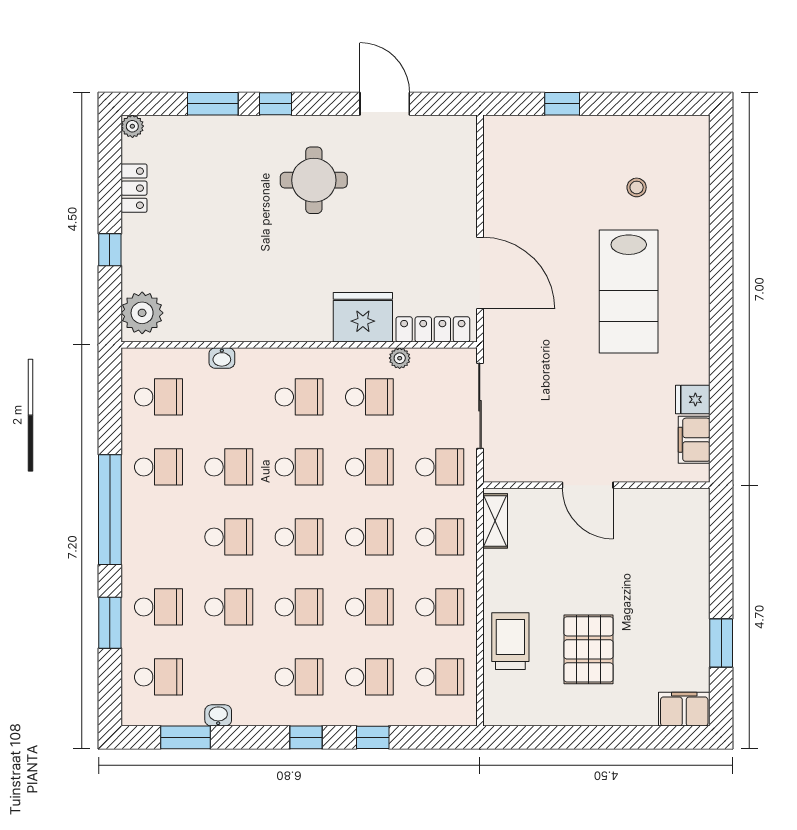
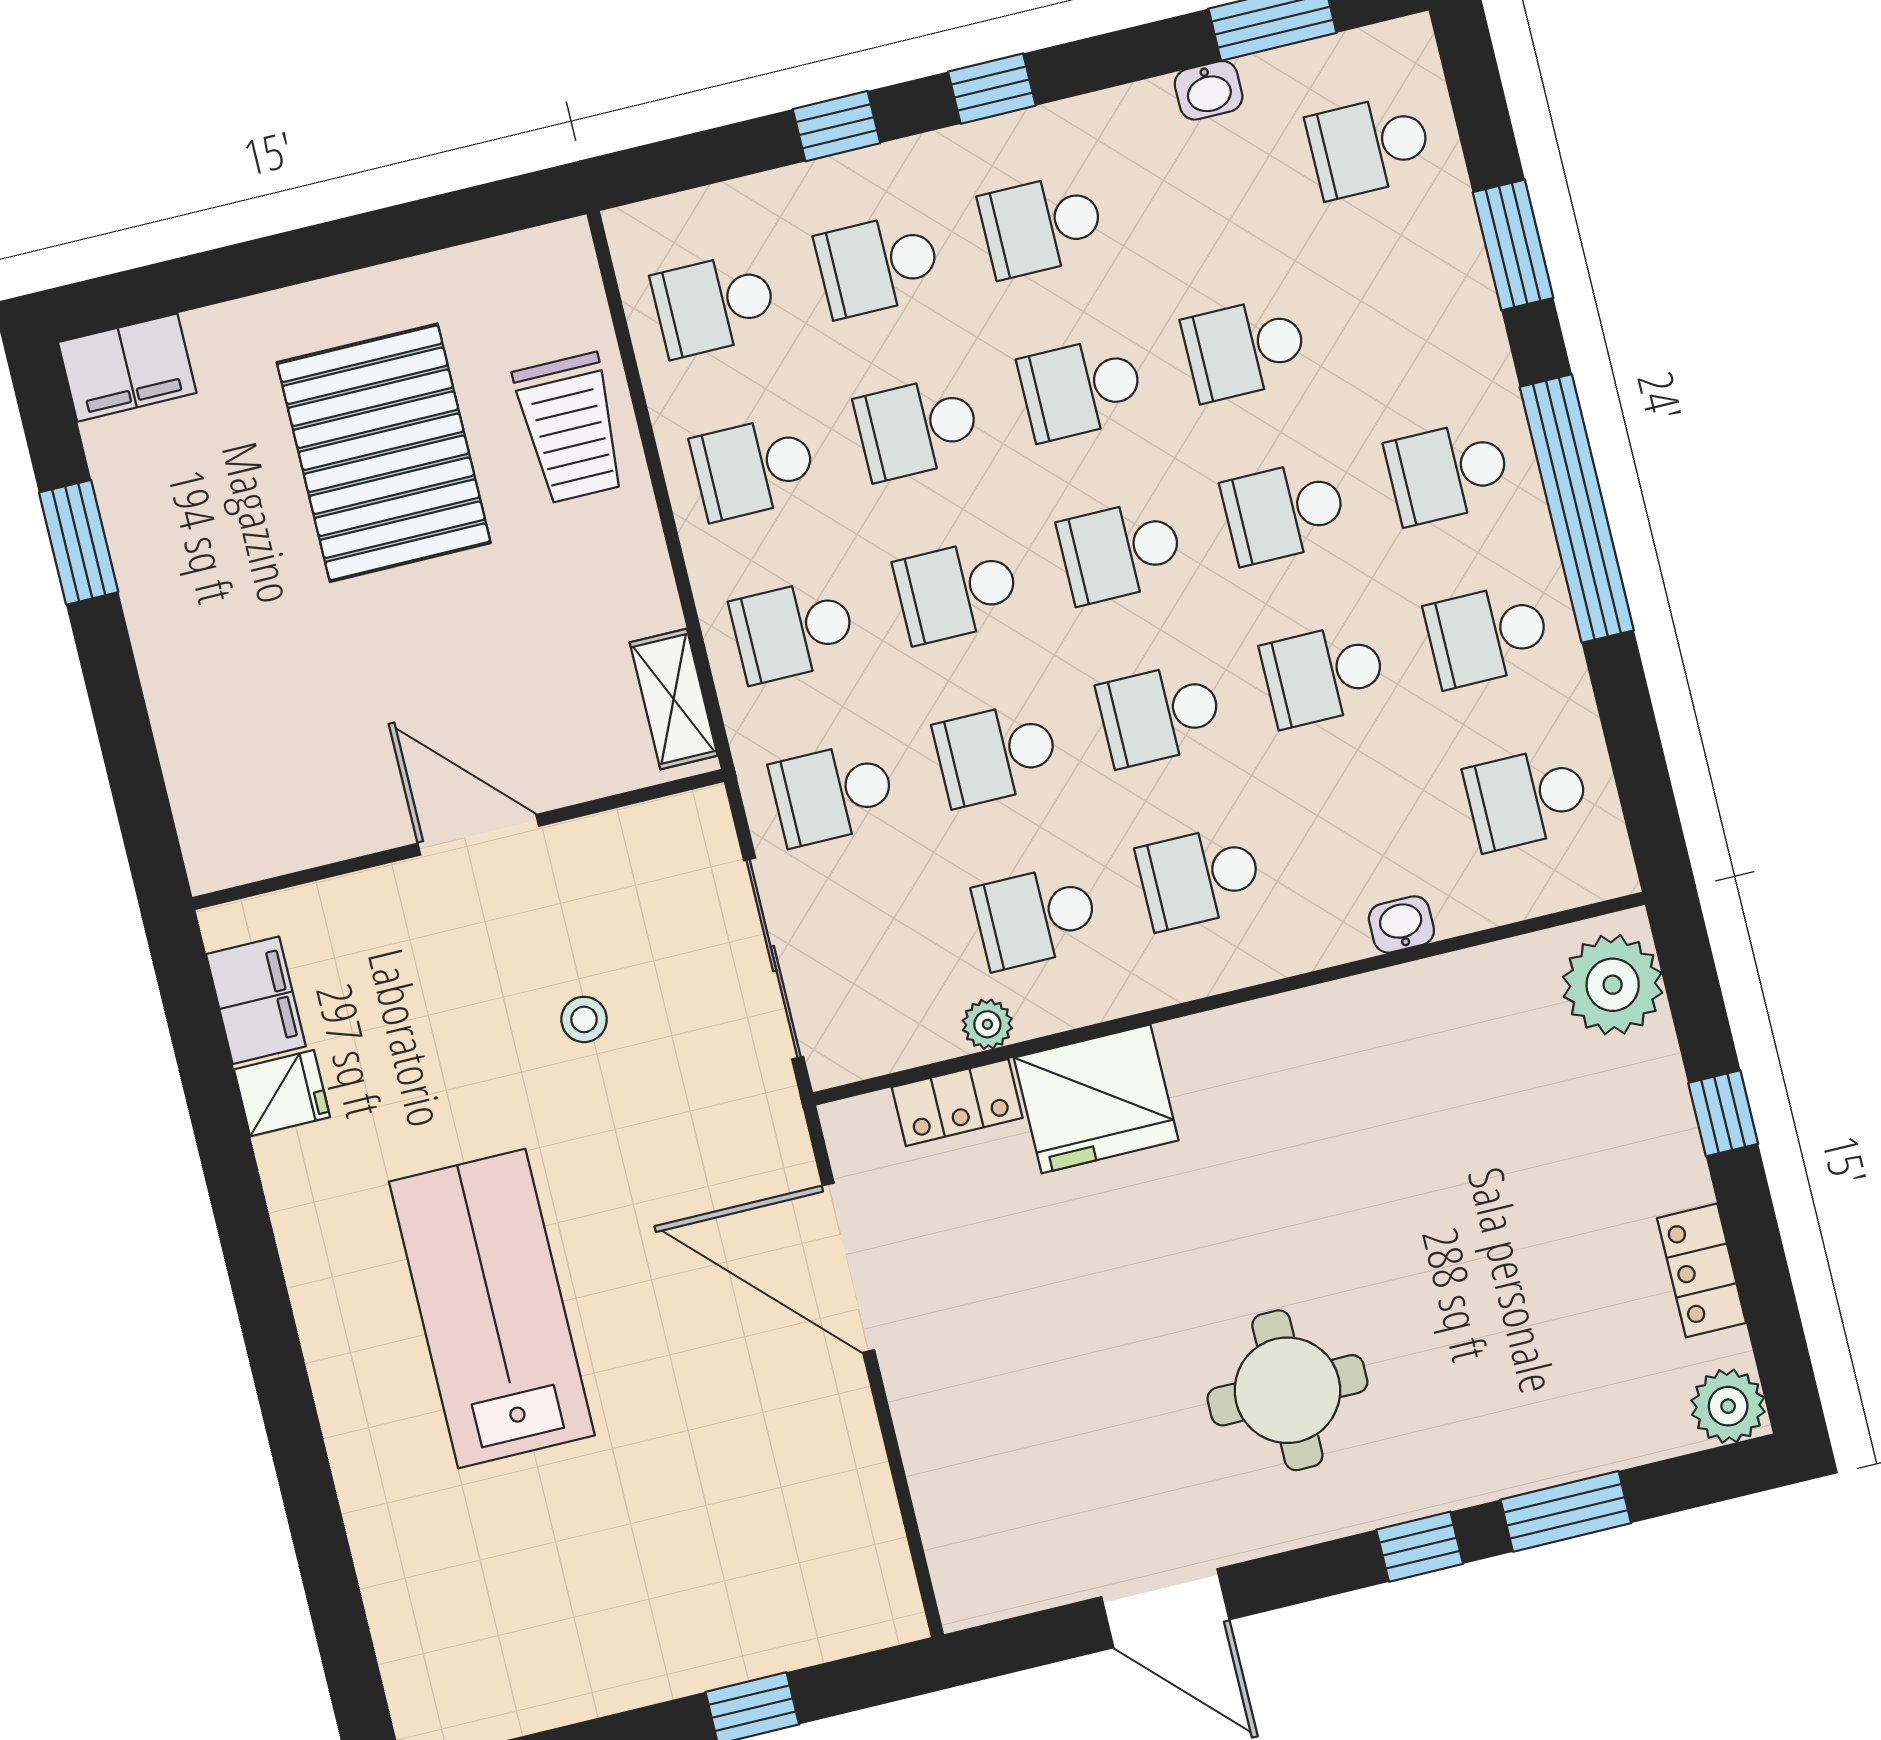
plant: (132, 126) -> (1728, 1406), width x1.38, depth x1.38
stool: (637, 187) -> (584, 1019), moved
locker: (433, 329) -> (957, 1102), width x0.66
school desk: (158, 607) -> (1448, 472), moved
pallet: (589, 649) -> (384, 453), width x1.37, depth x1.41

